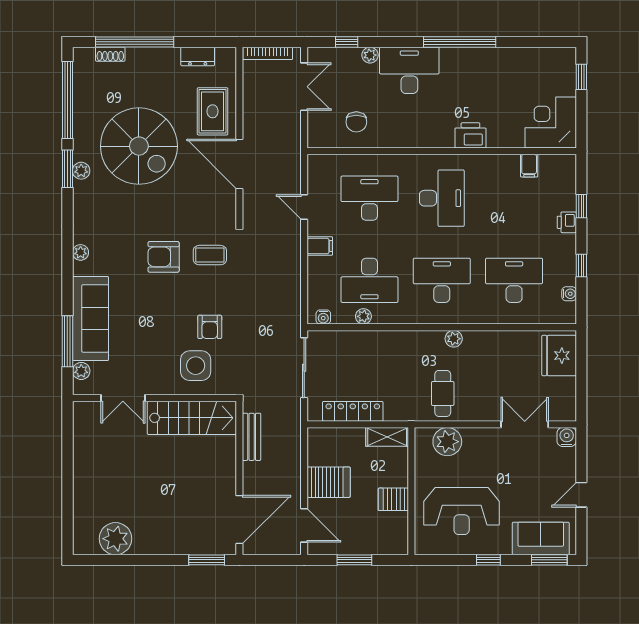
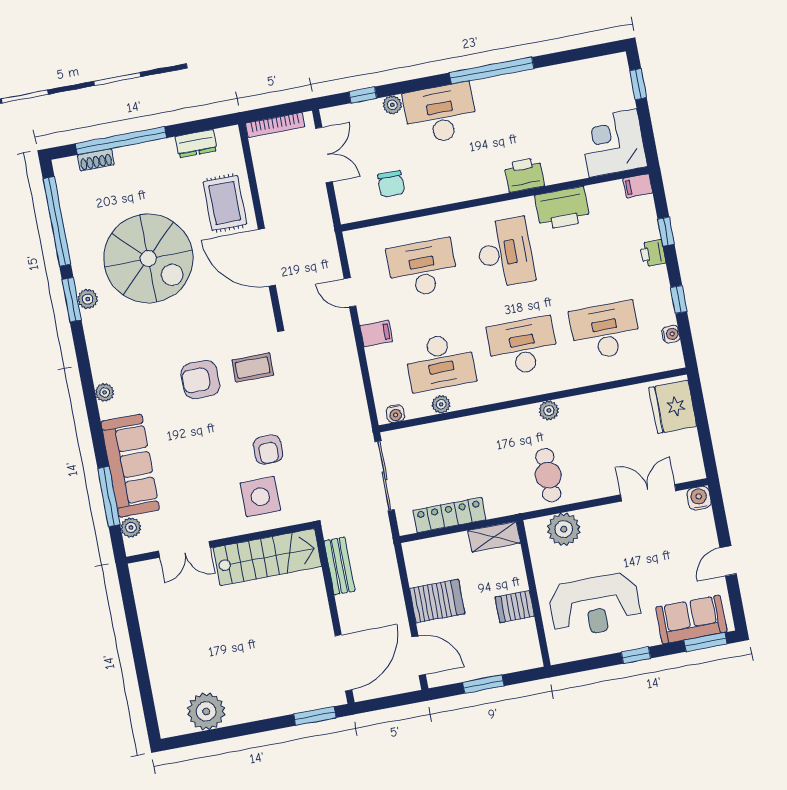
filing cabinet: (529, 166) -> (638, 186), moved, turned 90
printer: (497, 170) -> (562, 208), added

